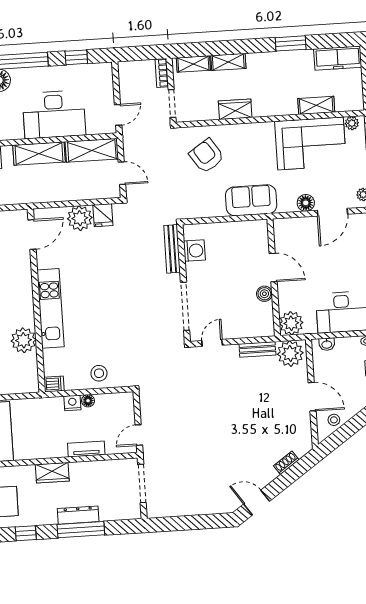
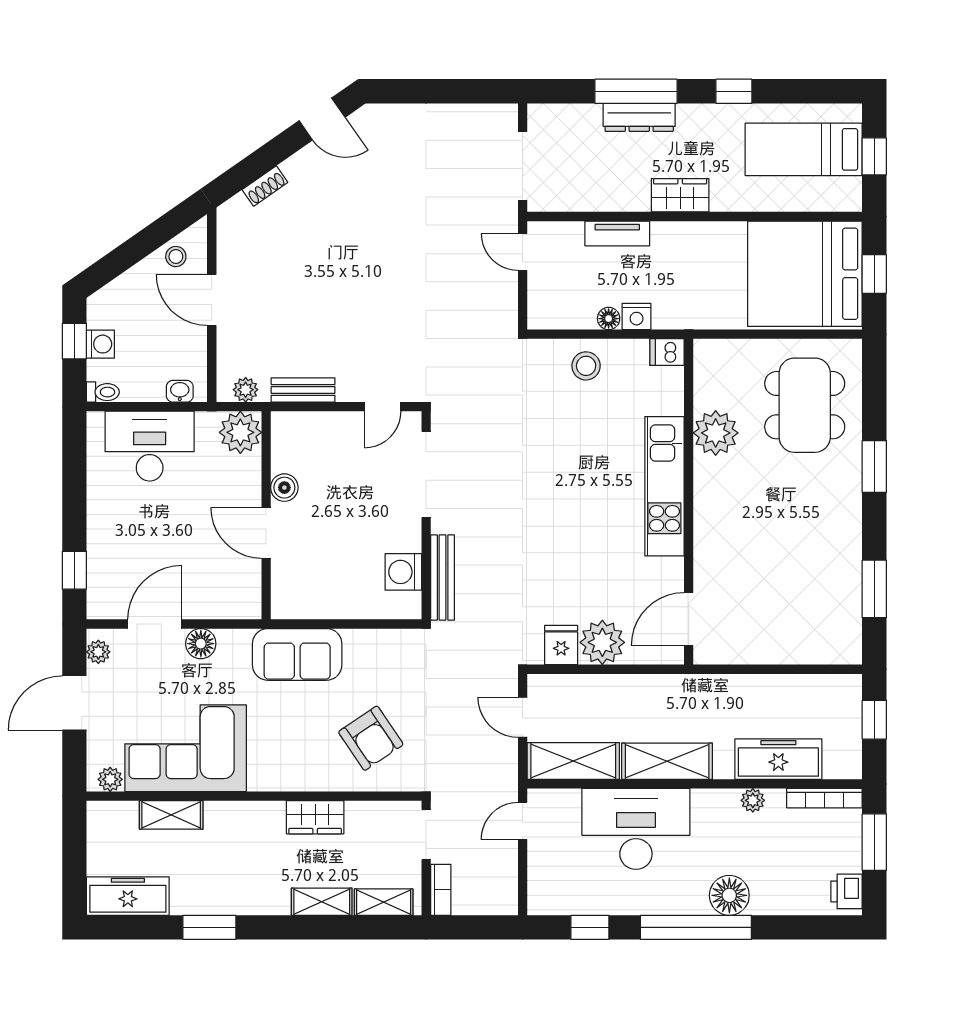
plant: (290, 354) -> (246, 390), width x0.53, depth x0.53
door: (139, 435) -> (523, 252), swing flipped

